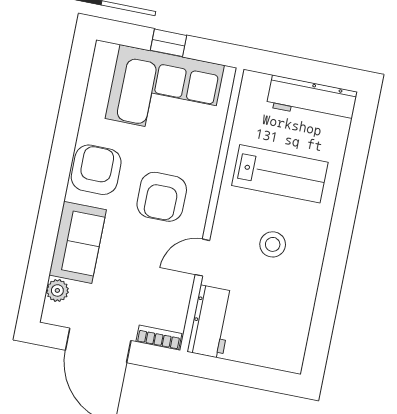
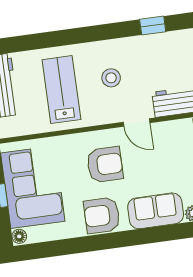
floor lamp: (106, 52) -> (19, 236), added
window: (323, 323) -> (153, 25), added

